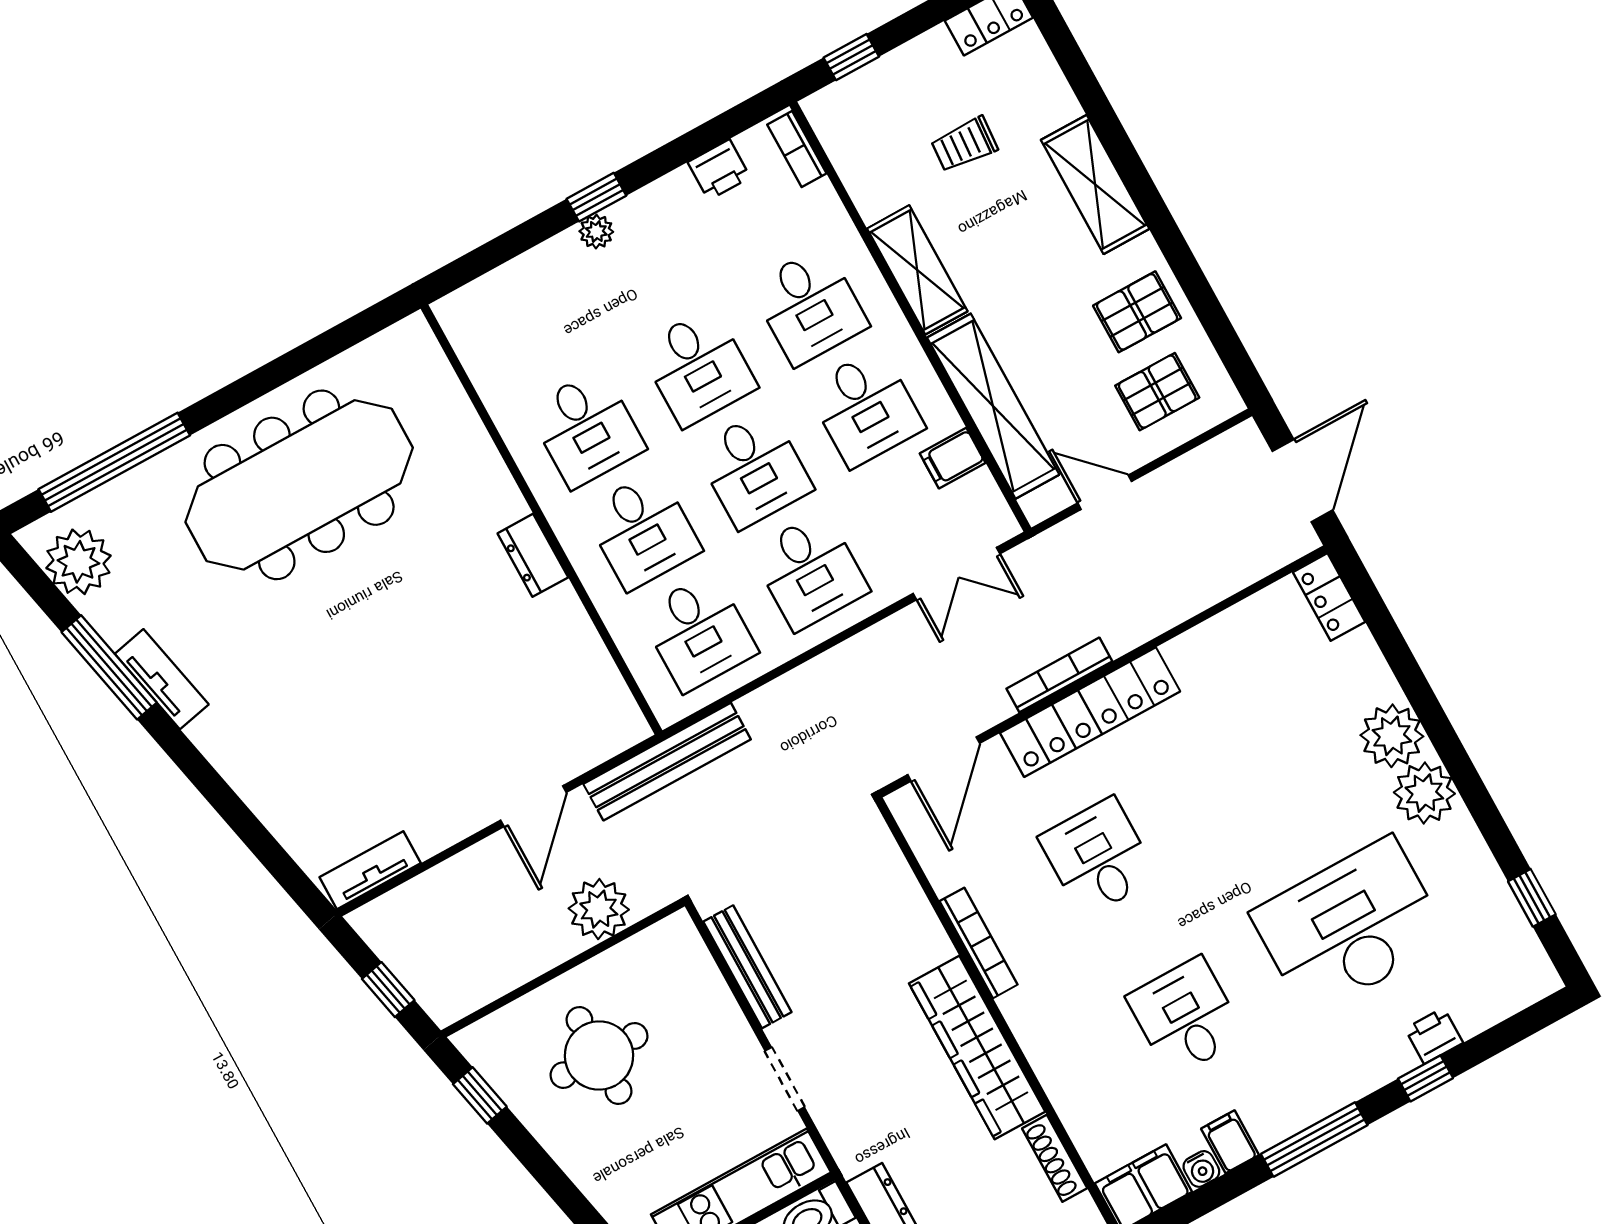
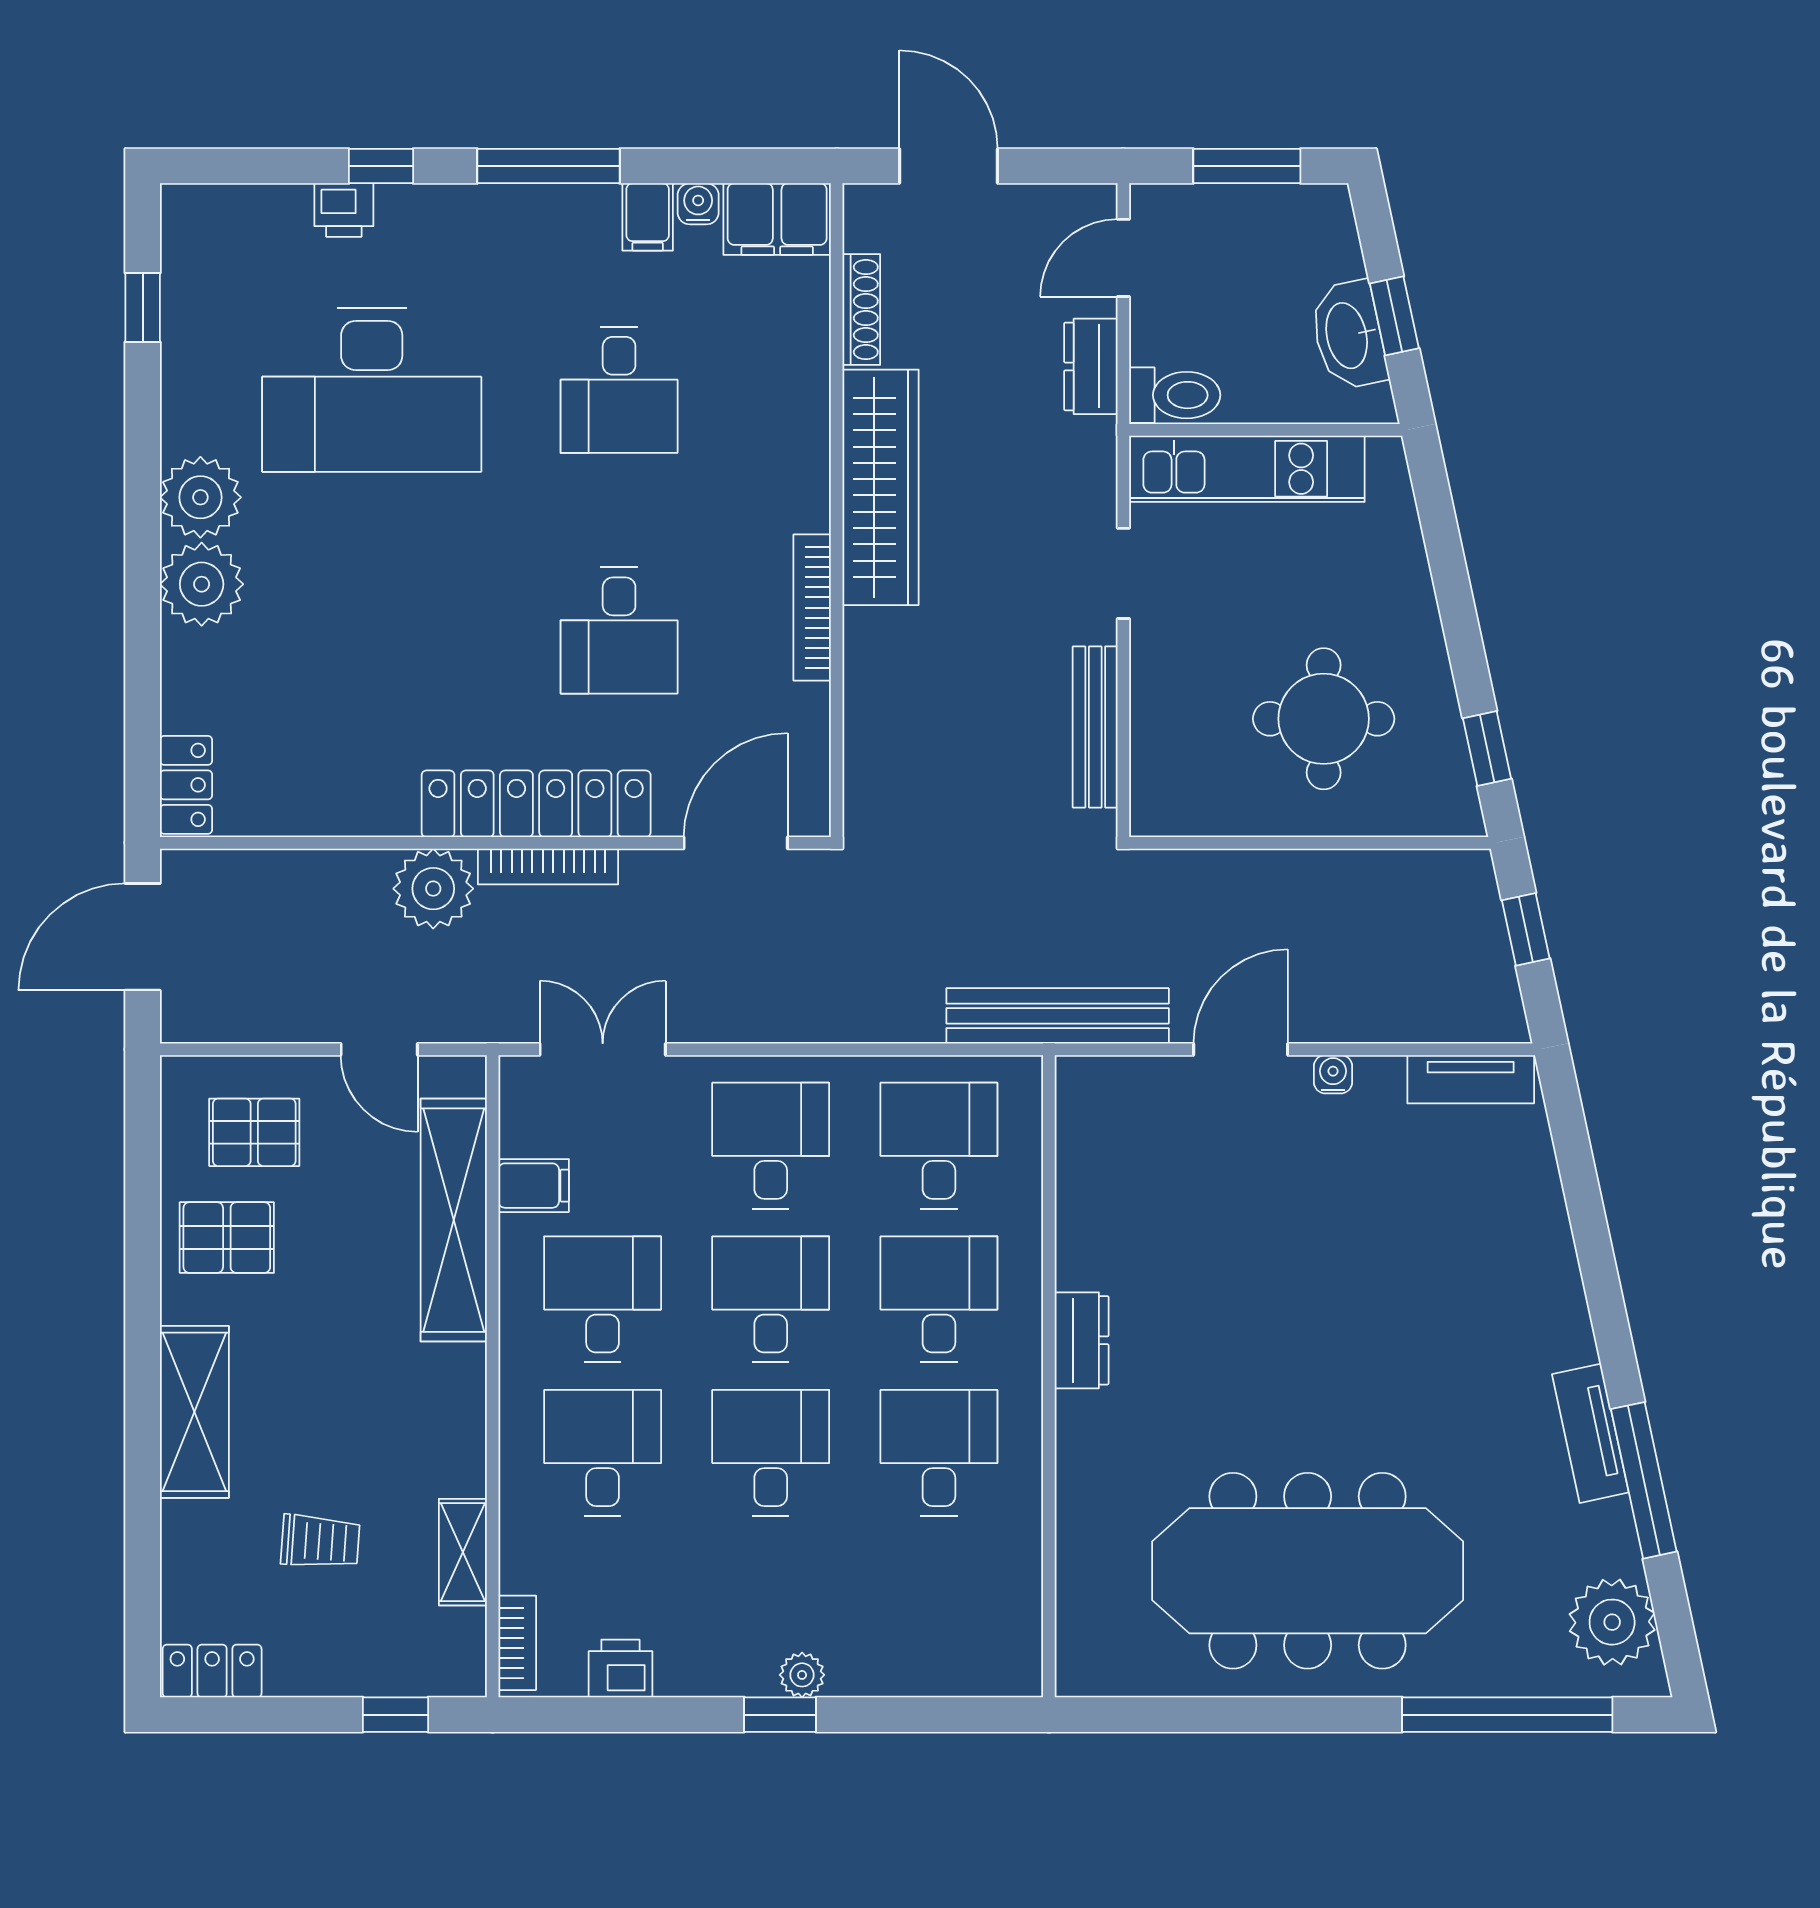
shelving: (917, 270) -> (463, 1552), moved, width x0.67, depth x0.75
water cooler: (463, 823) -> (1333, 1074), added
plant: (599, 909) -> (433, 889), moved

